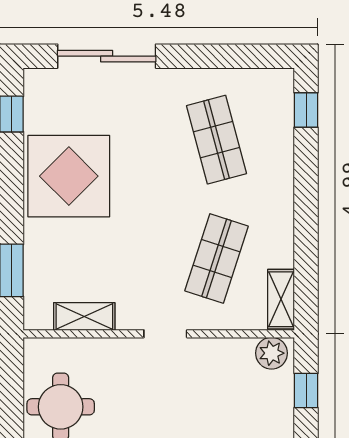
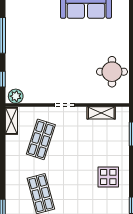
display table: (69, 176) -> (108, 177), width x0.54, depth x0.54

